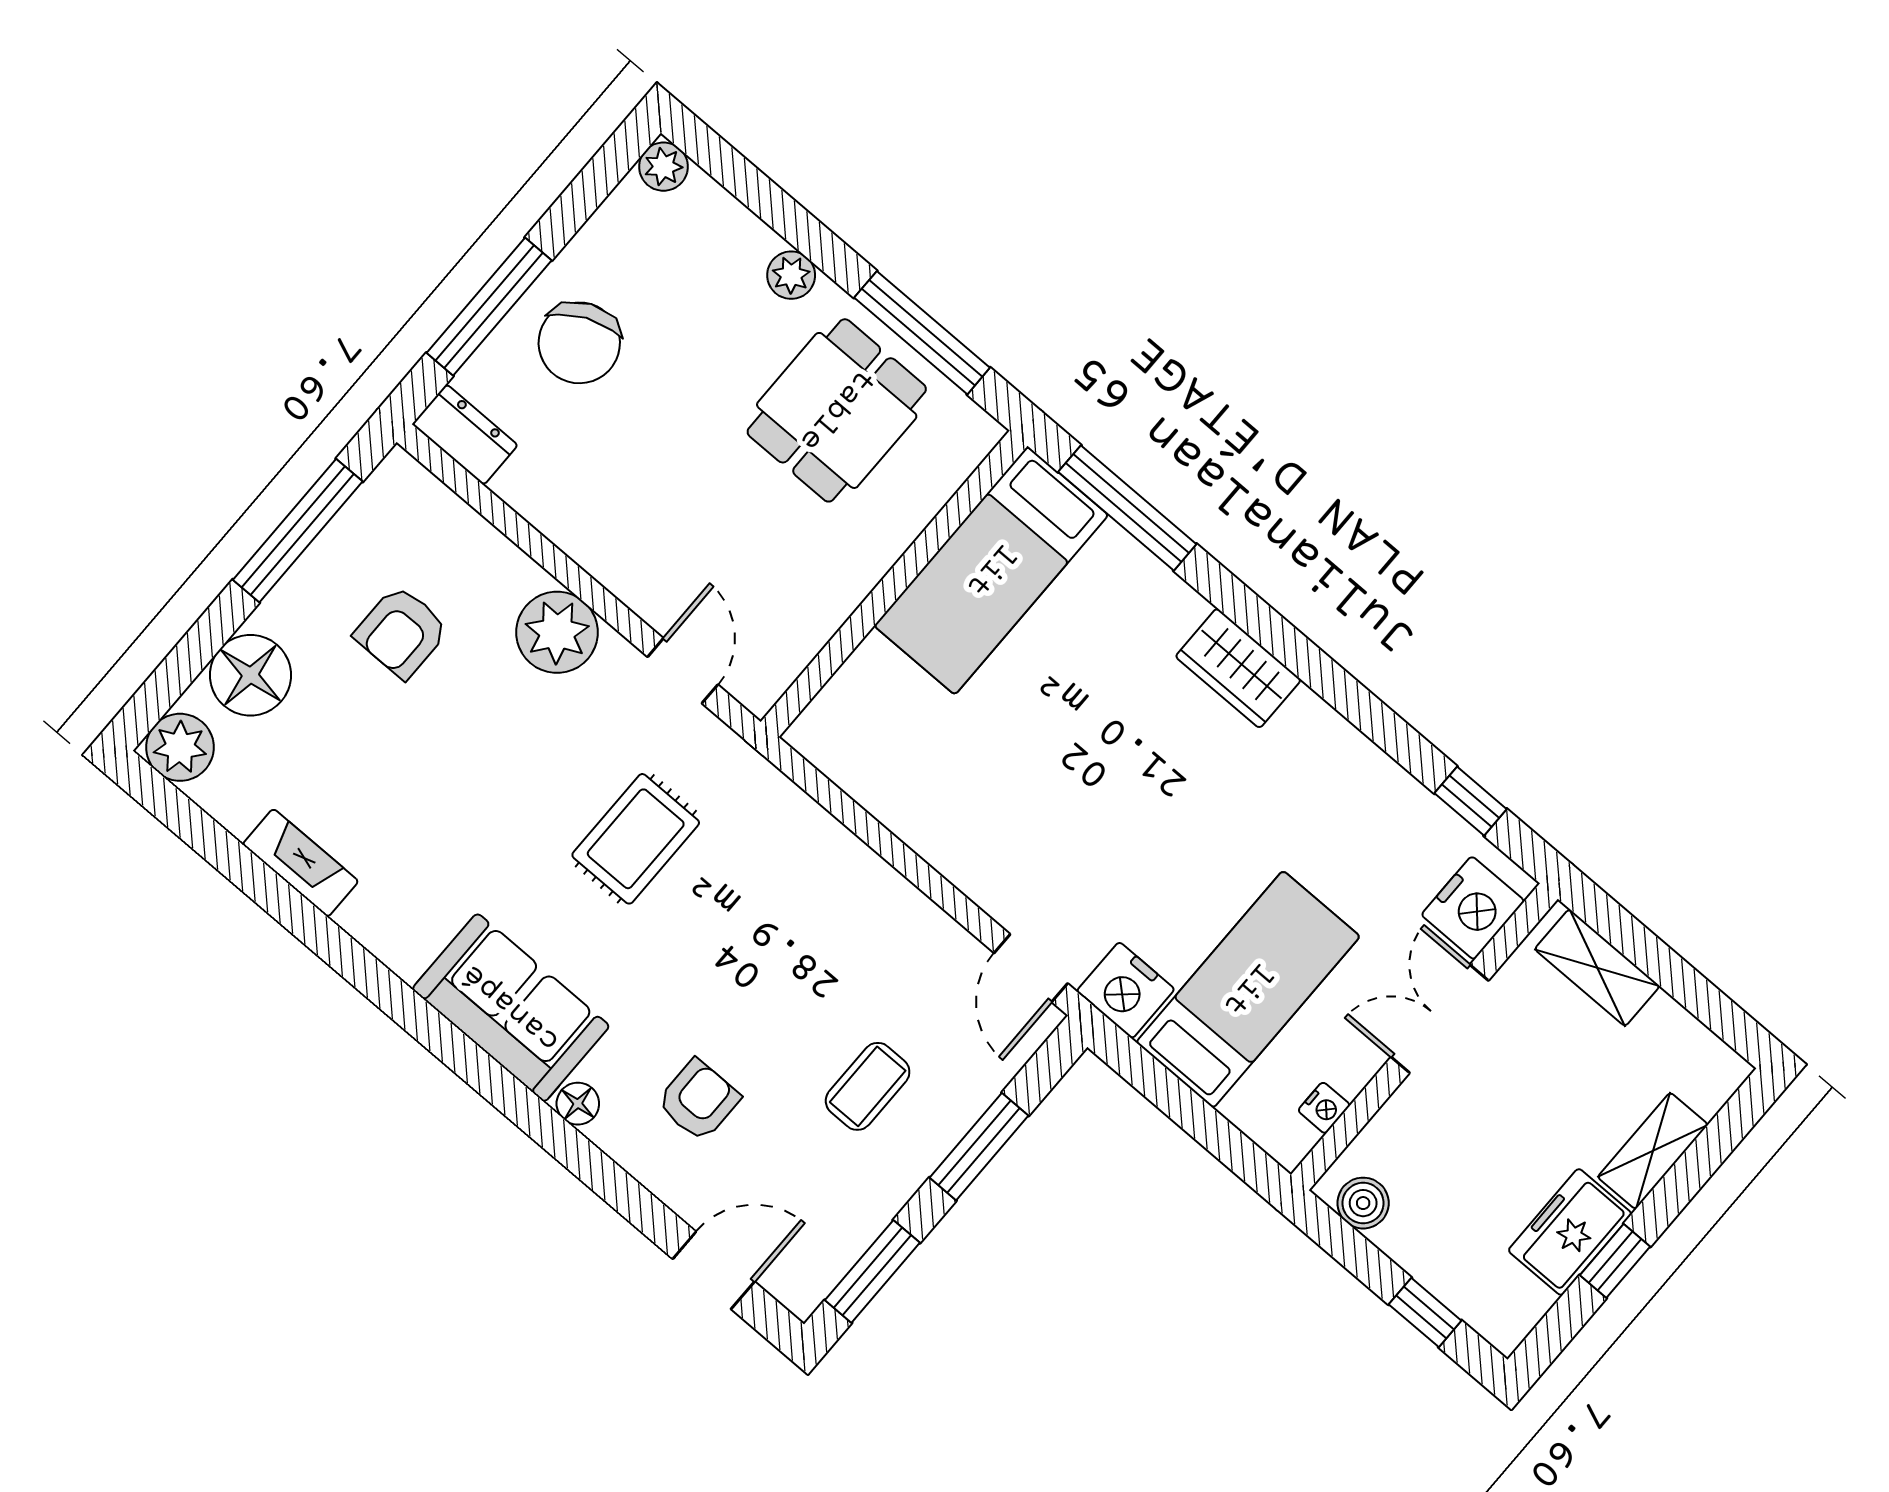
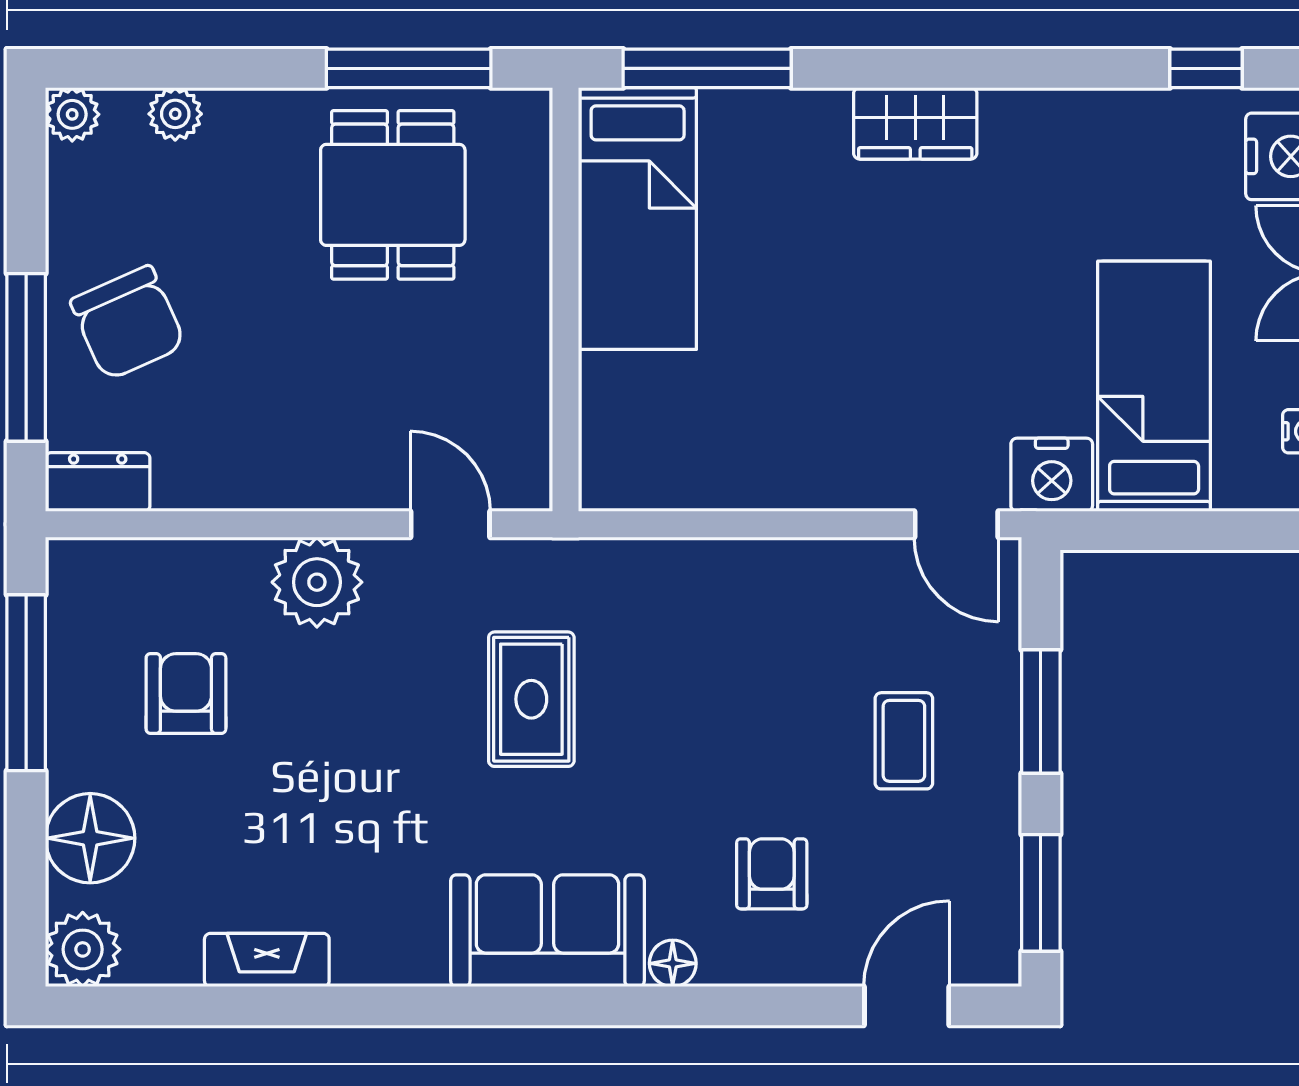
plant: (791, 275) -> (175, 114), moved
armchair: (401, 632) -> (186, 693), turned 180

